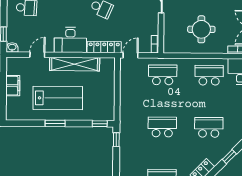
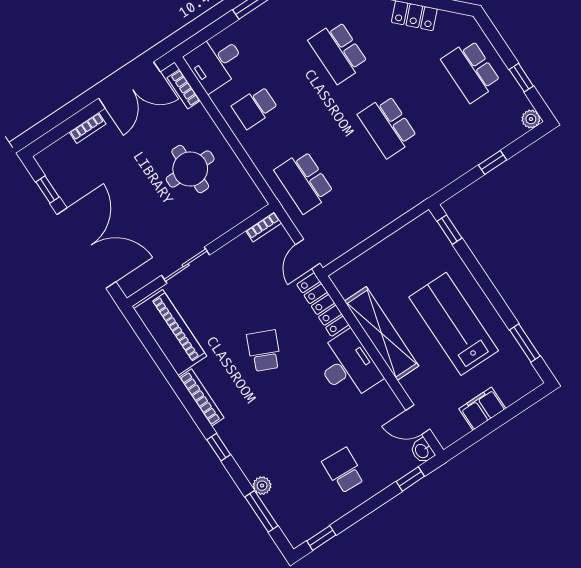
door: (37, 55) -> (418, 420), moved
door: (130, 55) -> (308, 254), hinge flipped
school desk: (209, 75) -> (255, 107), width x0.54
window: (55, 123) -> (525, 343), moved
window: (116, 140) -> (492, 162), moved

